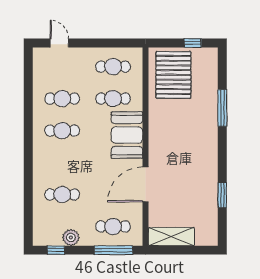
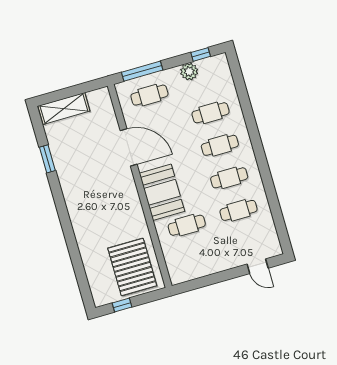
cafe table: (113, 67) -> (220, 145), moved
window: (222, 108) -> (73, 248), removed
door: (146, 184) -> (129, 147), hinge flipped
shelving: (171, 237) -> (64, 108), moved

